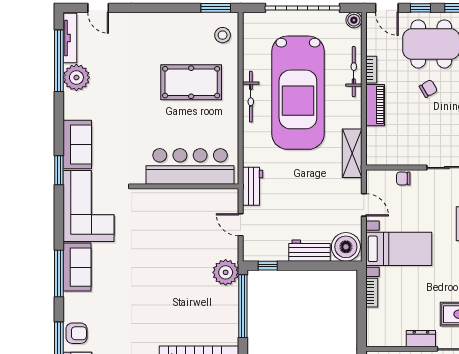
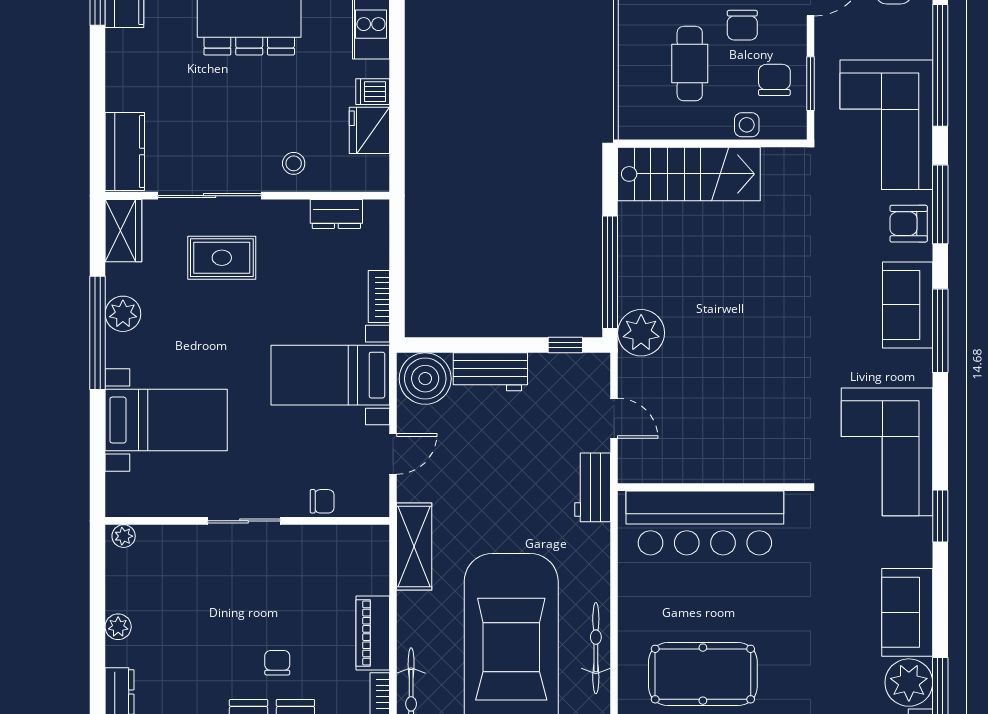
chair: (428, 89) -> (277, 663), turned 120
sofa: (77, 145) -> (907, 612), moved
door: (364, 205) -> (393, 454), swing flipped
sofa: (77, 267) -> (908, 305), moved
dresser: (421, 339) -> (336, 214), moved

